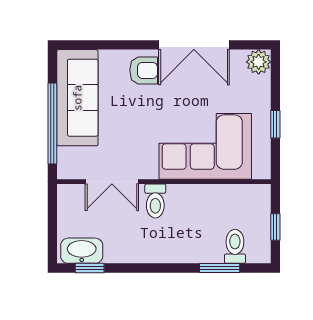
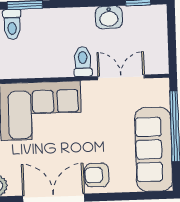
washbasin: (82, 251) -> (109, 17), moved, width x0.72

